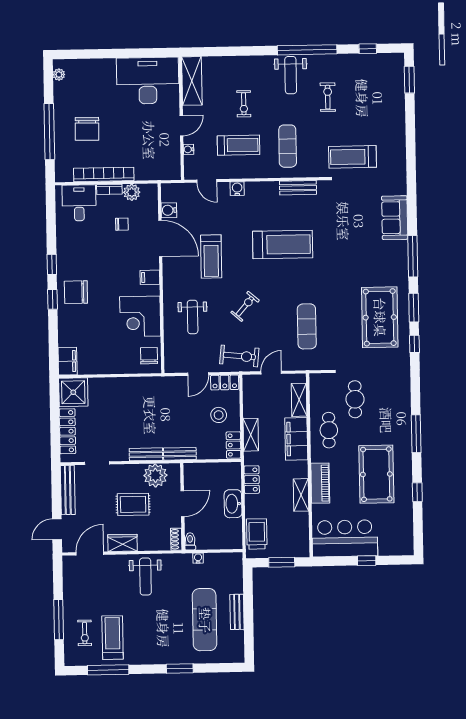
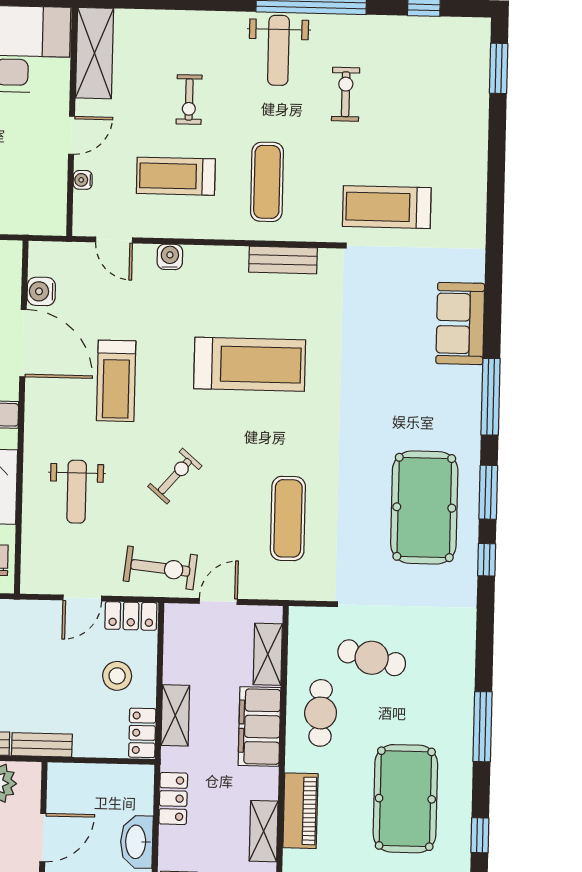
treadmill: (238, 145) -> (176, 176), turned 180
cafe table: (355, 399) -> (372, 658), turned -76

